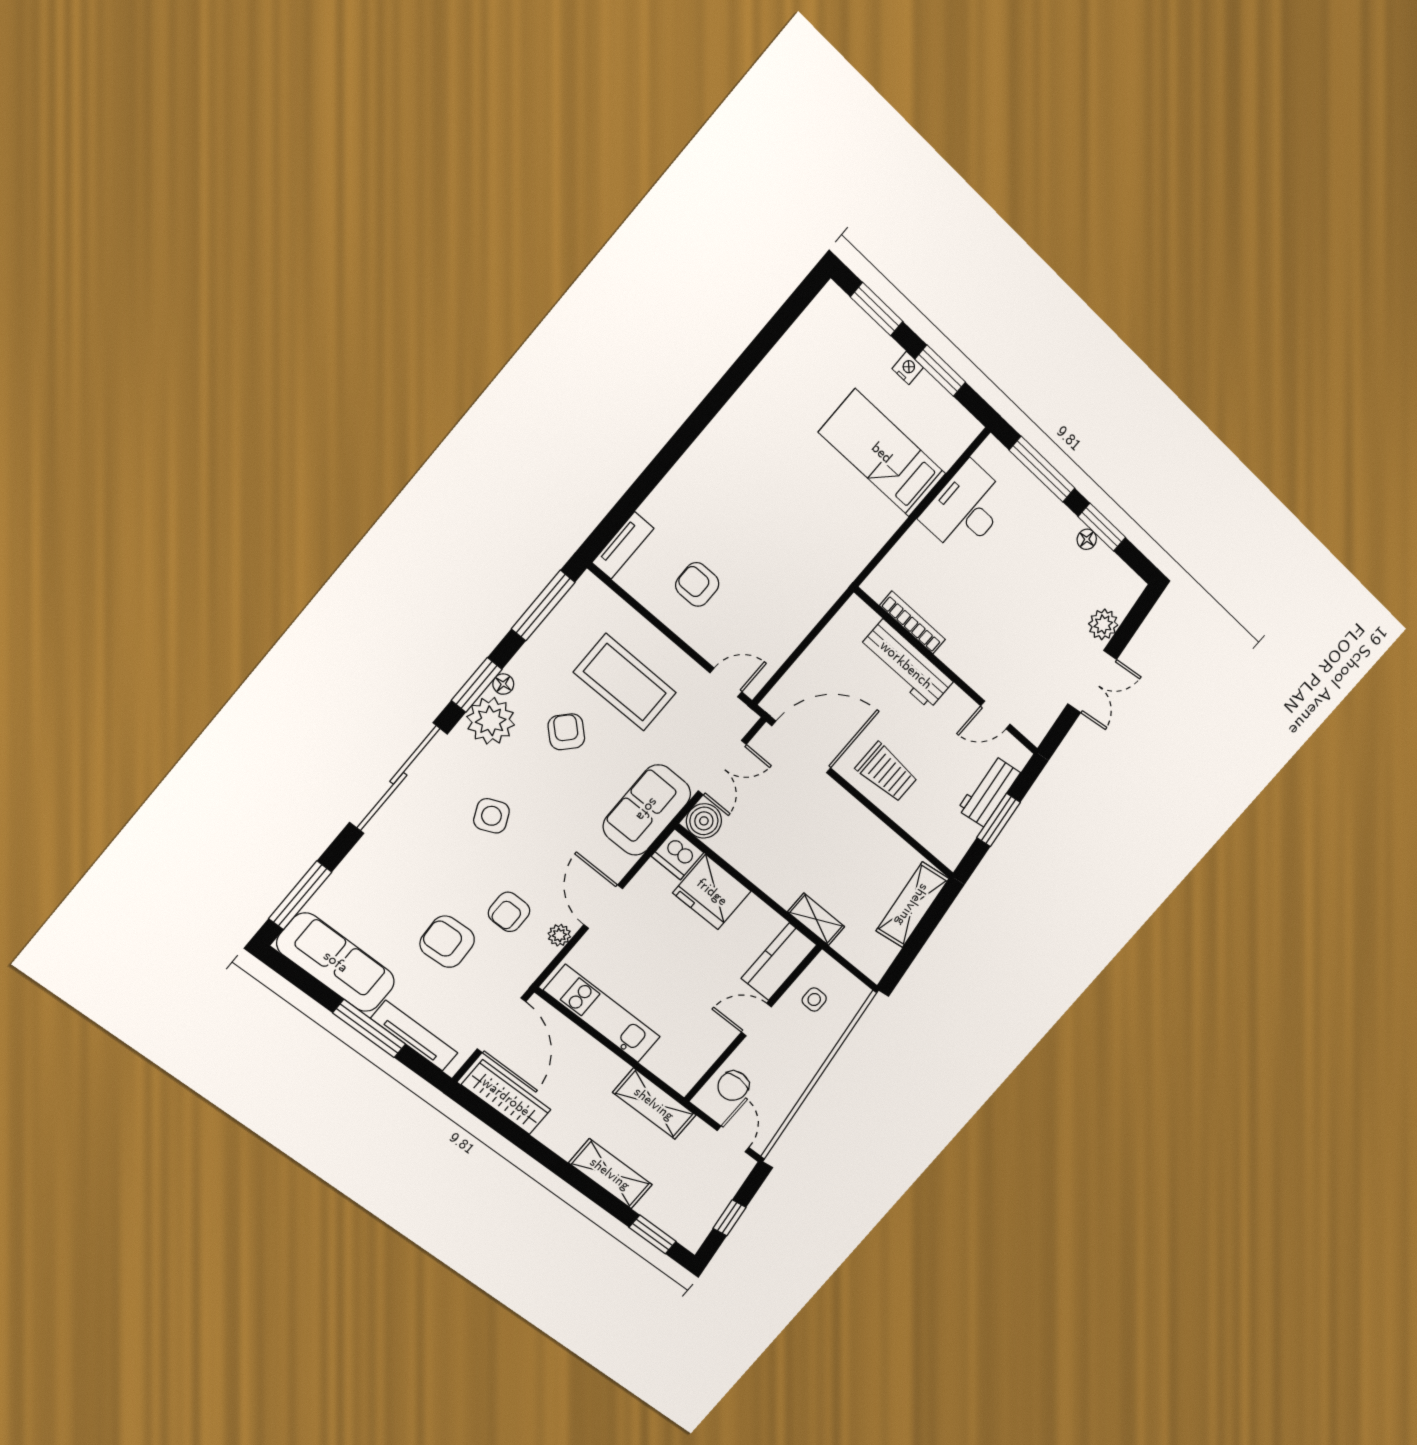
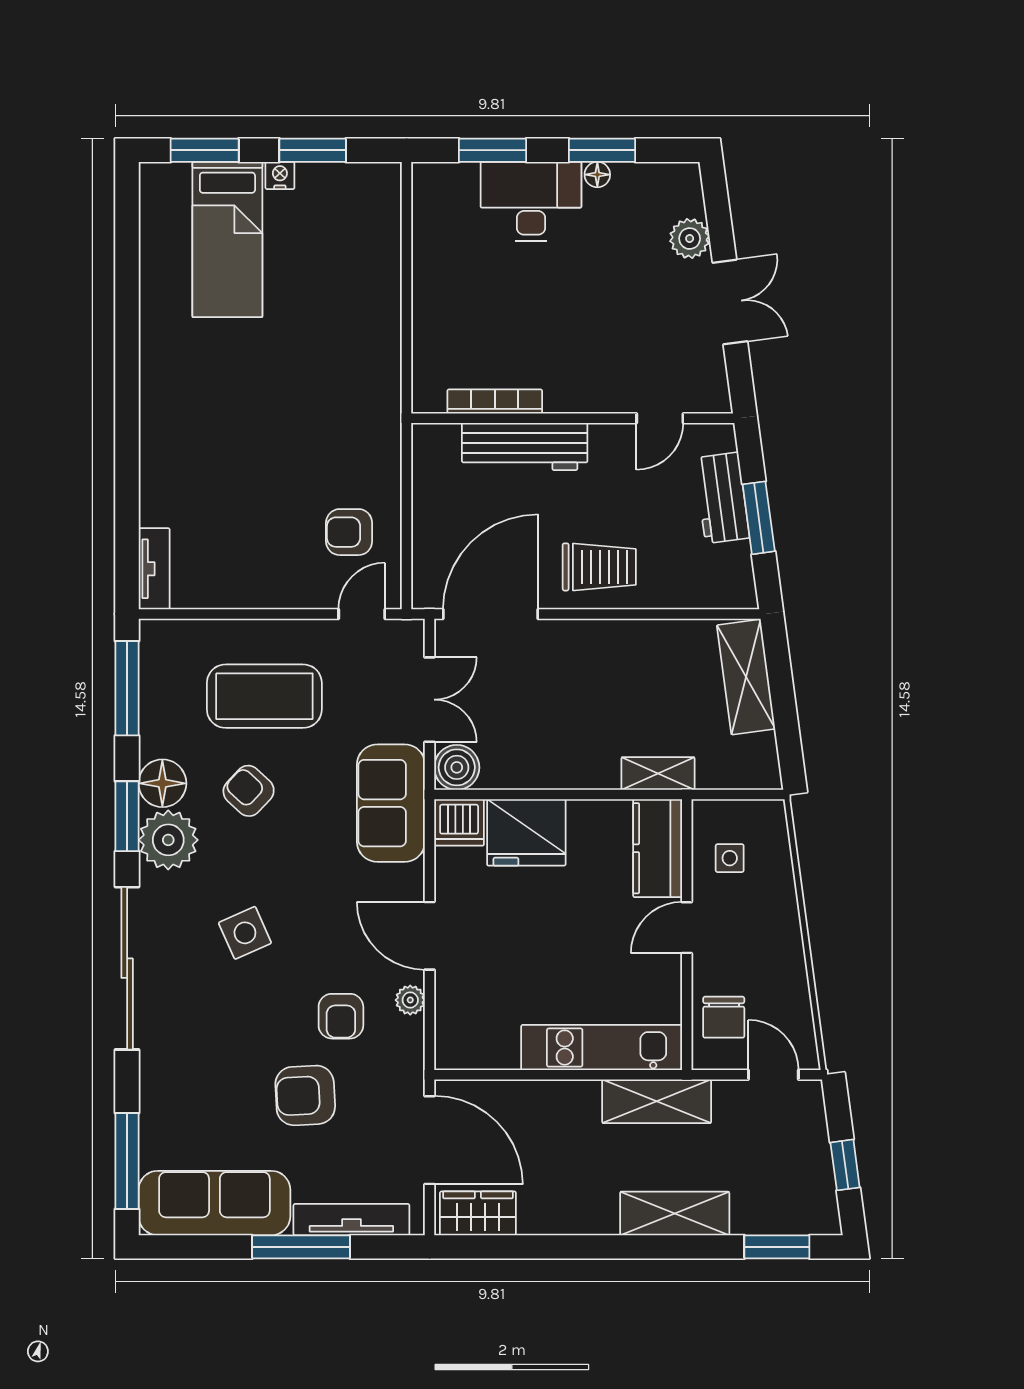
bed: (882, 453) -> (227, 239), moved, turned -90
window: (1042, 469) -> (492, 150), width x0.69
desk: (966, 509) -> (531, 201), moved, turned 90
armchair: (697, 584) -> (349, 532), moved
floor lamp: (503, 684) -> (162, 783), width x1.89, depth x1.89
kitchen unit: (602, 1014) -> (602, 1048), moved
wardrobe: (506, 1097) -> (478, 1213), width x0.67

